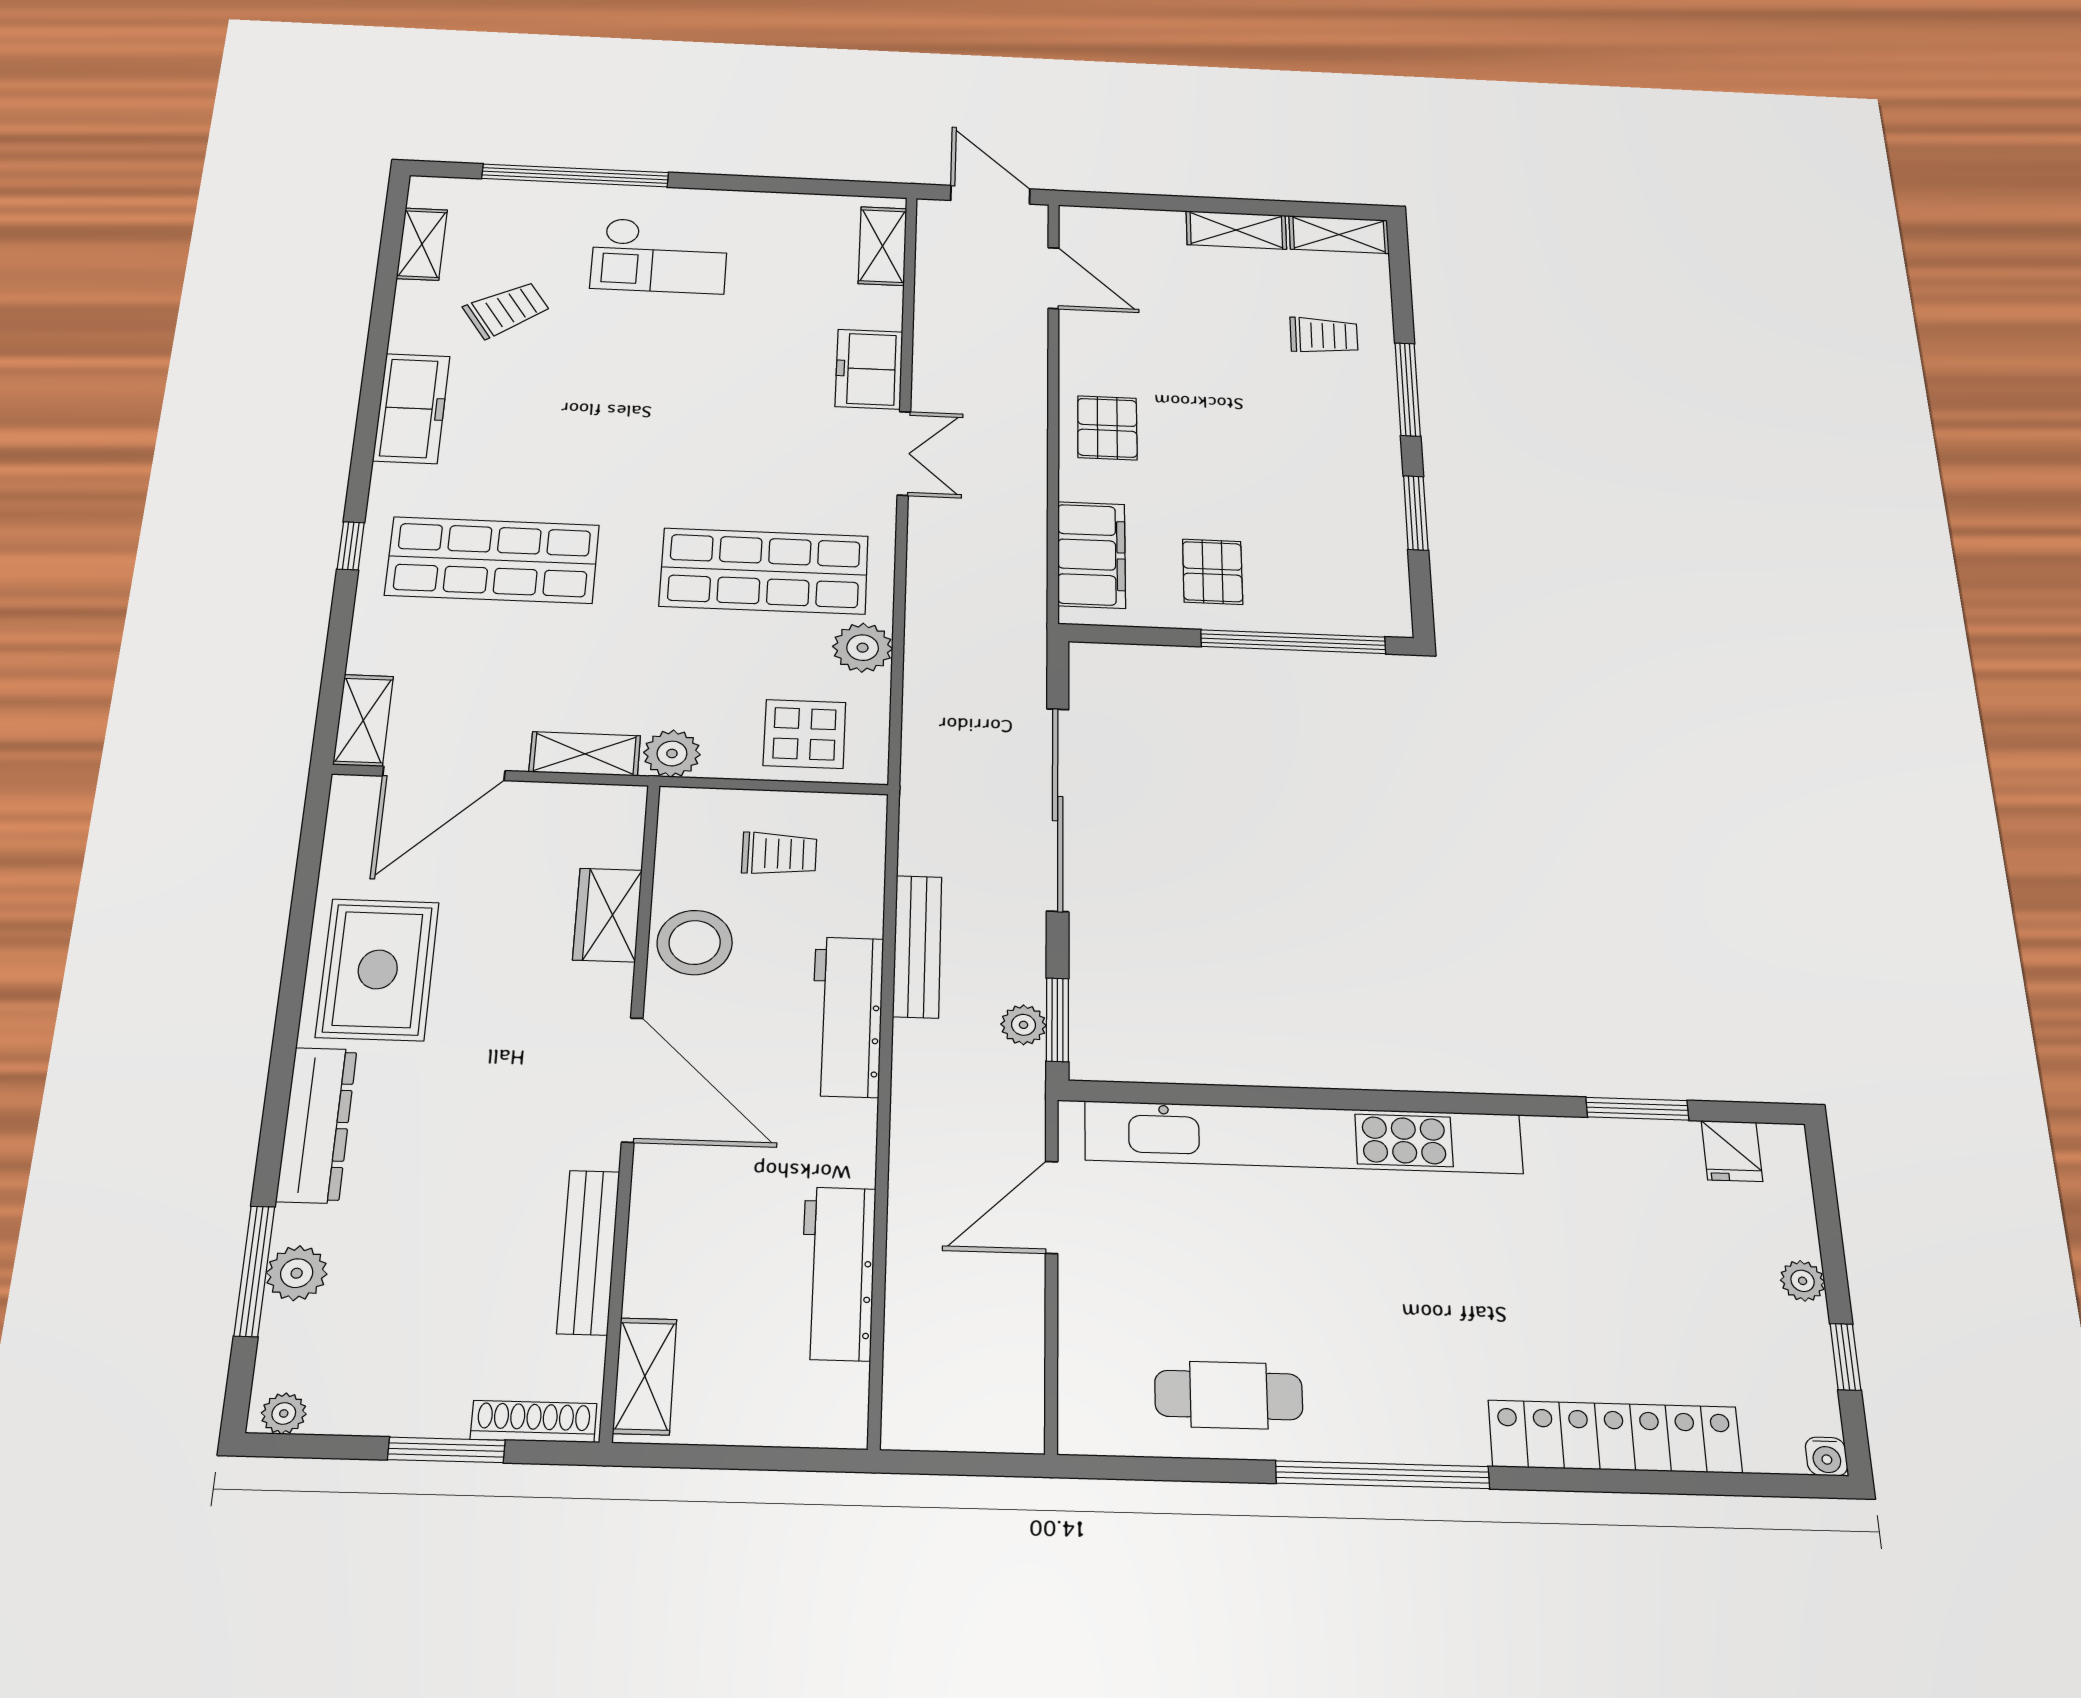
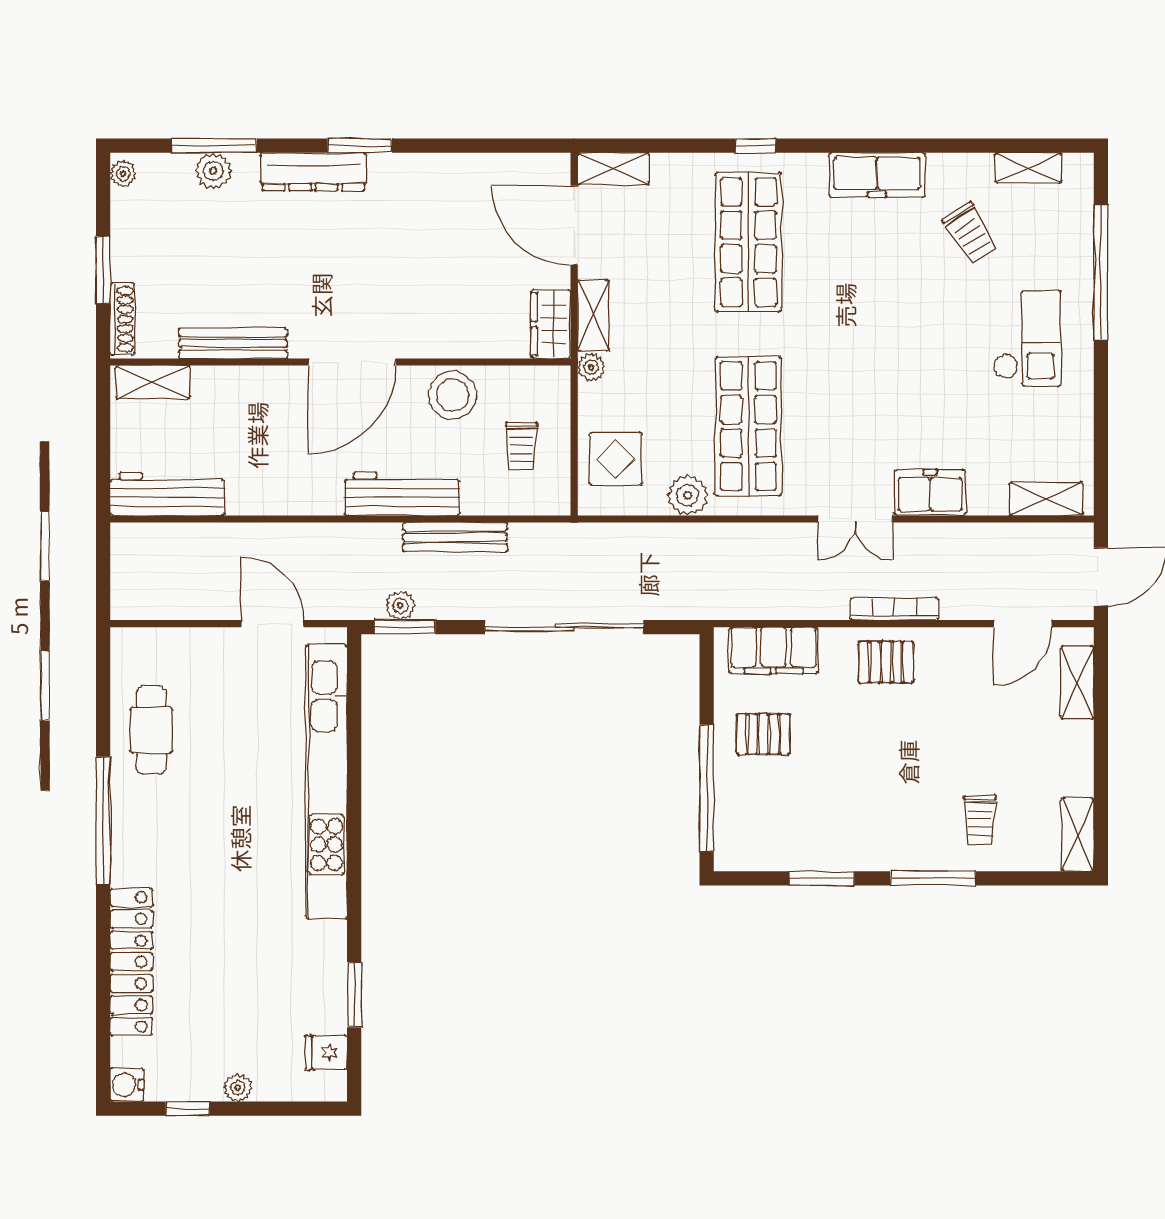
shelving: (1236, 230) -> (1077, 683), moved
checkout: (659, 256) -> (1027, 338), turned 180
bookcase: (1032, 415) -> (894, 609), added
plant: (672, 753) -> (591, 367), width x0.73, depth x0.73
wardrobe: (608, 915) -> (551, 324), moved, turned -90
rug: (378, 969) -> (425, 197), removed
window: (283, 1057) -> (360, 146), added
workbench: (838, 1273) -> (167, 494), moved
water cooler: (1827, 1456) -> (127, 1085), width x1.38, depth x1.38

